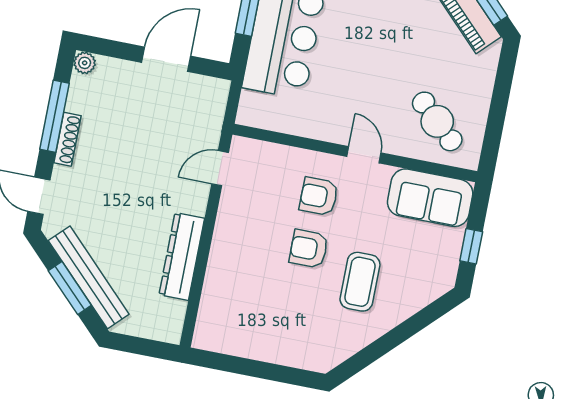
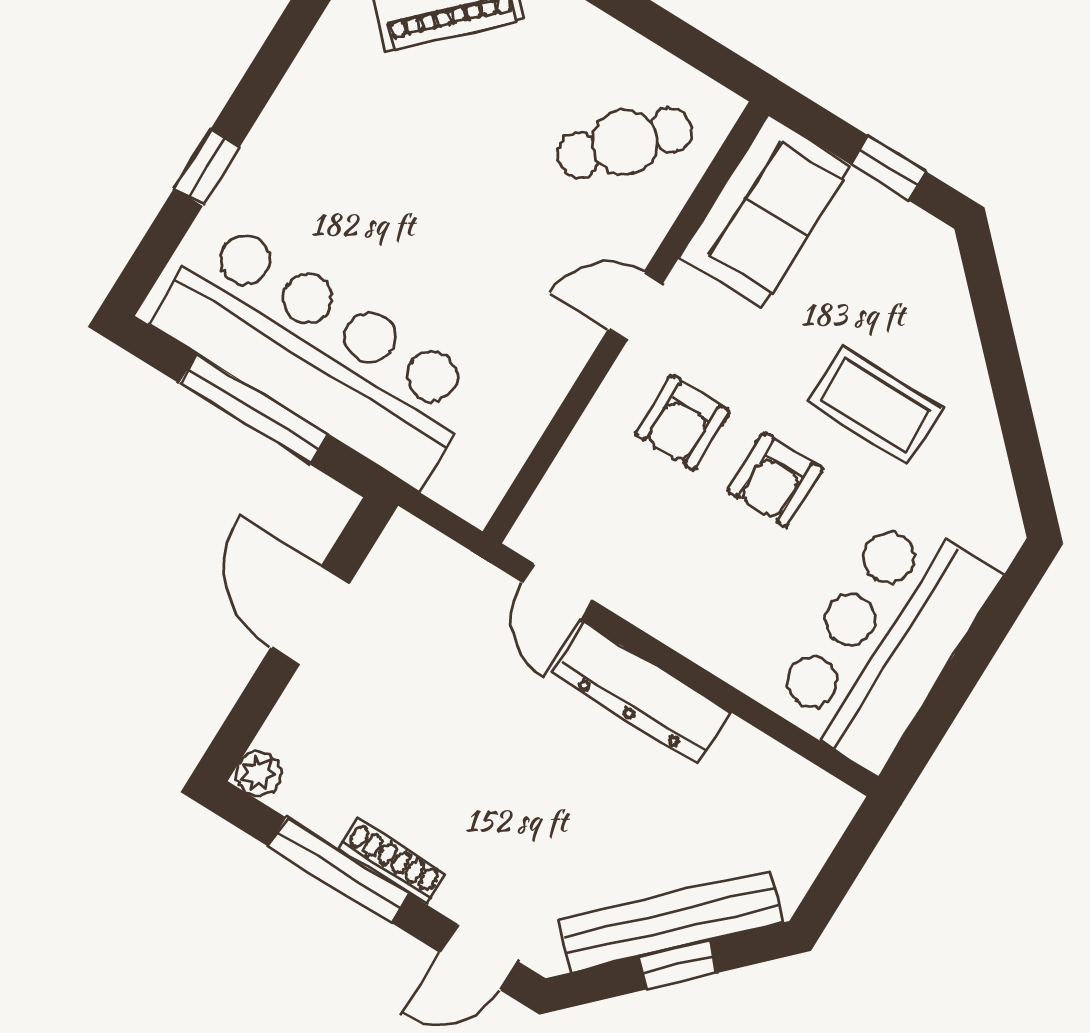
dresser: (182, 256) -> (642, 693), moved
window: (70, 288) -> (678, 965), width x0.67
bar counter: (254, 327) -> (885, 641), added

